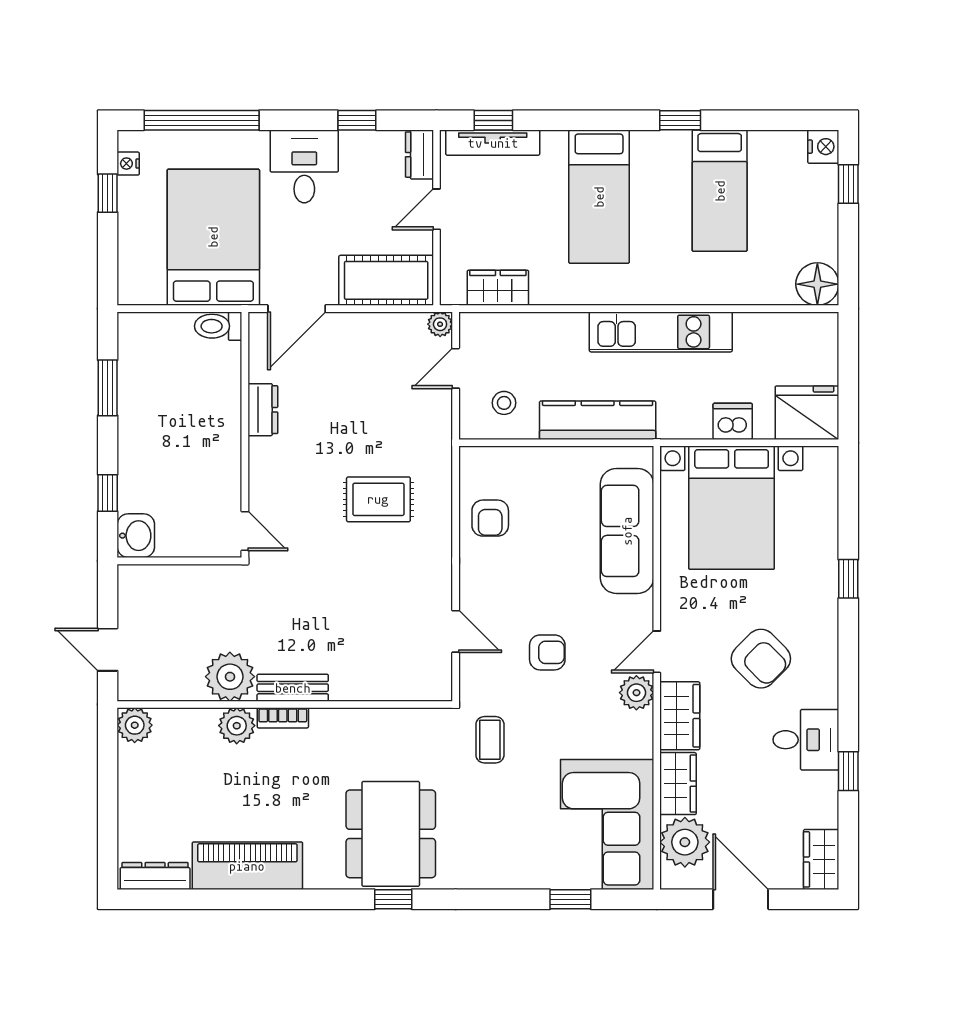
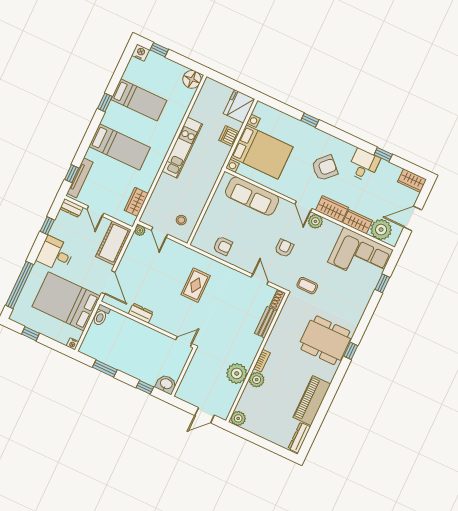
nightstand: (128, 164) -> (73, 344), moved
kitchen counter: (598, 420) -> (205, 187), removed
door: (456, 631) -> (260, 279), hinge flipped
bench: (293, 688) -> (266, 322), moved
shoe rack: (430, 690) -> (278, 300), added

